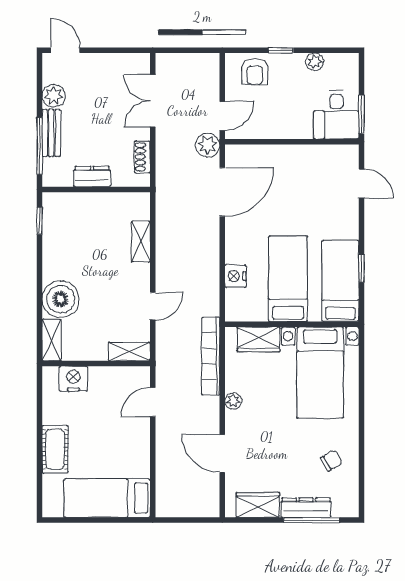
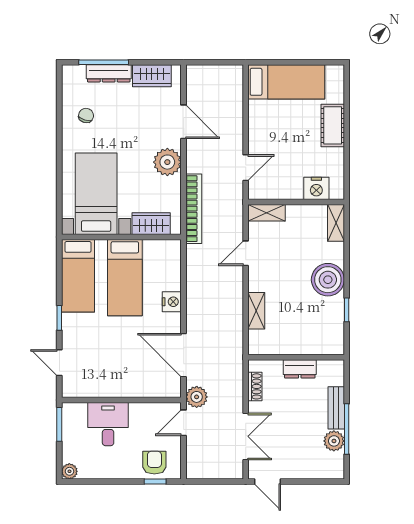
door: (65, 50) -> (268, 482), moved
window: (281, 50) -> (155, 482), moved
plant: (315, 62) -> (69, 471), moved
desk: (336, 115) -> (108, 424), moved
window: (40, 146) -> (347, 429), moved
door: (222, 192) -> (184, 355), hinge flipped
window: (40, 221) -> (347, 310), moved
window: (361, 268) -> (59, 318), moved
nightstand: (235, 276) -> (172, 302), moved
boiler: (61, 299) -> (328, 280), moved
plant: (233, 401) -> (167, 162), width x1.87, depth x1.87
chair: (331, 460) -> (86, 115), turned 138

